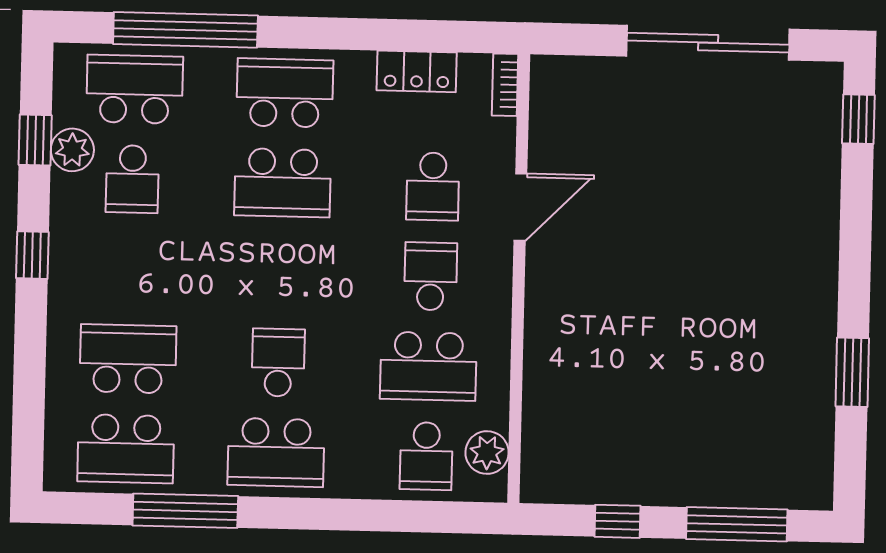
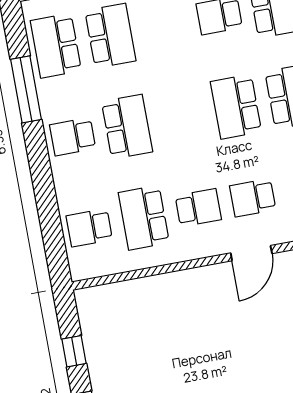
door: (520, 207) -> (251, 253), hinge flipped
school desk: (278, 363) -> (127, 127), width x1.85
school desk: (276, 452) -> (73, 137), width x0.54
plant: (487, 453) -> (99, 264), removed

